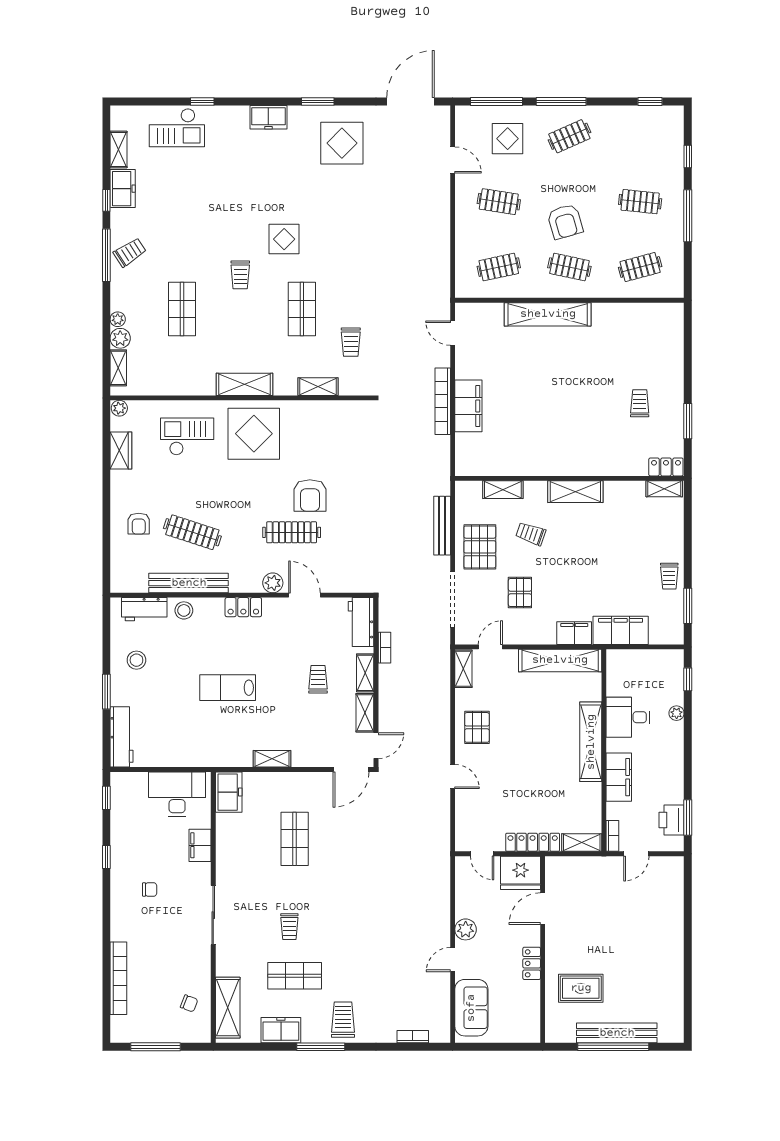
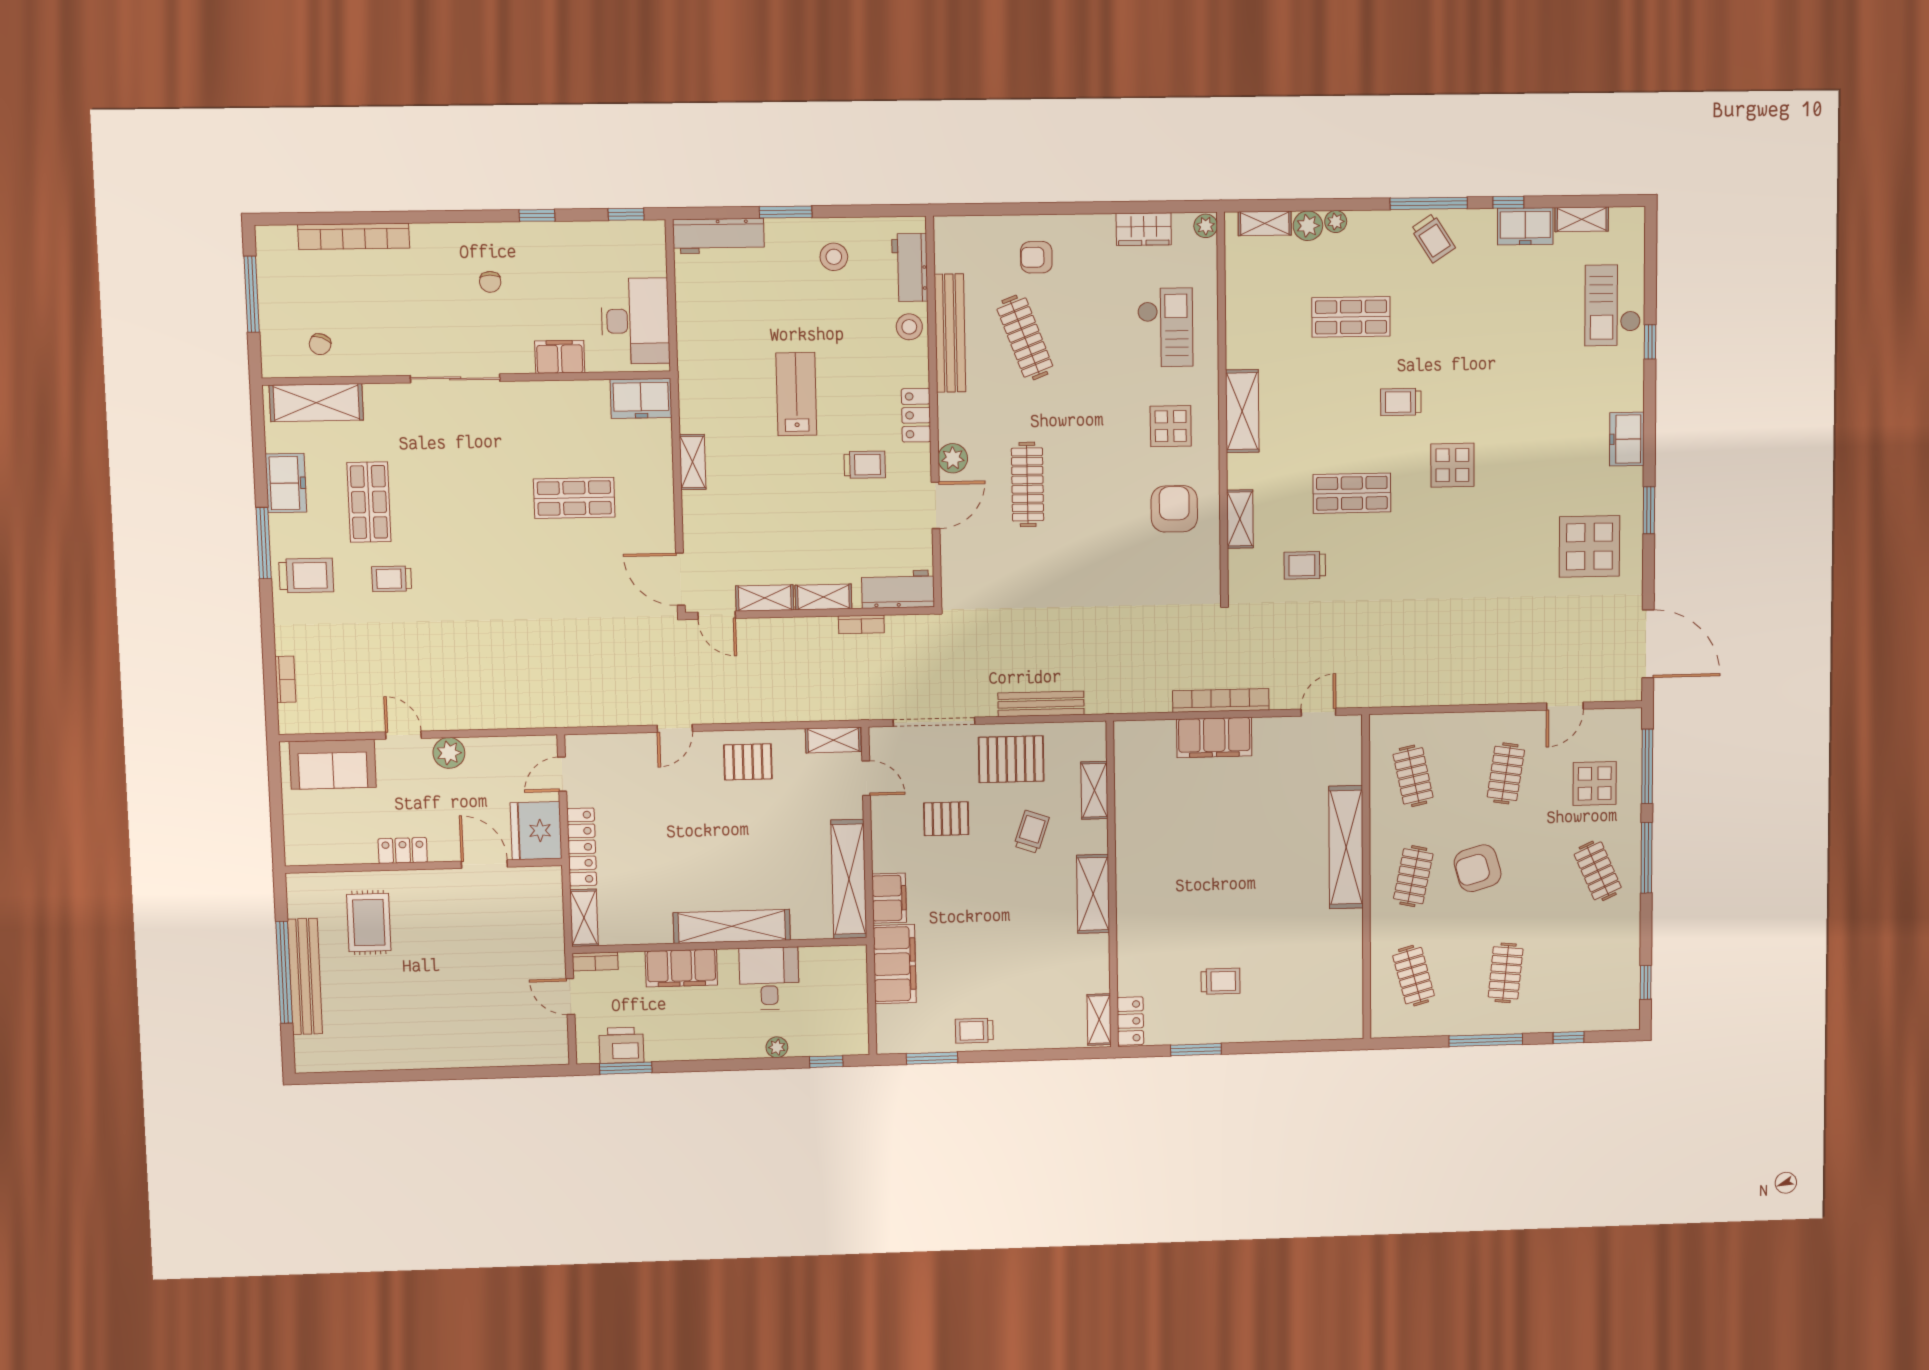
display table: (254, 434) -> (1171, 426), width x0.54, depth x0.54
armchair: (310, 495) -> (1174, 509), moved, turned 90
clothes rail: (192, 532) -> (1025, 338), turned -39
trolley: (318, 679) -> (865, 465), moved
trolley: (289, 927) -> (392, 579), moved

